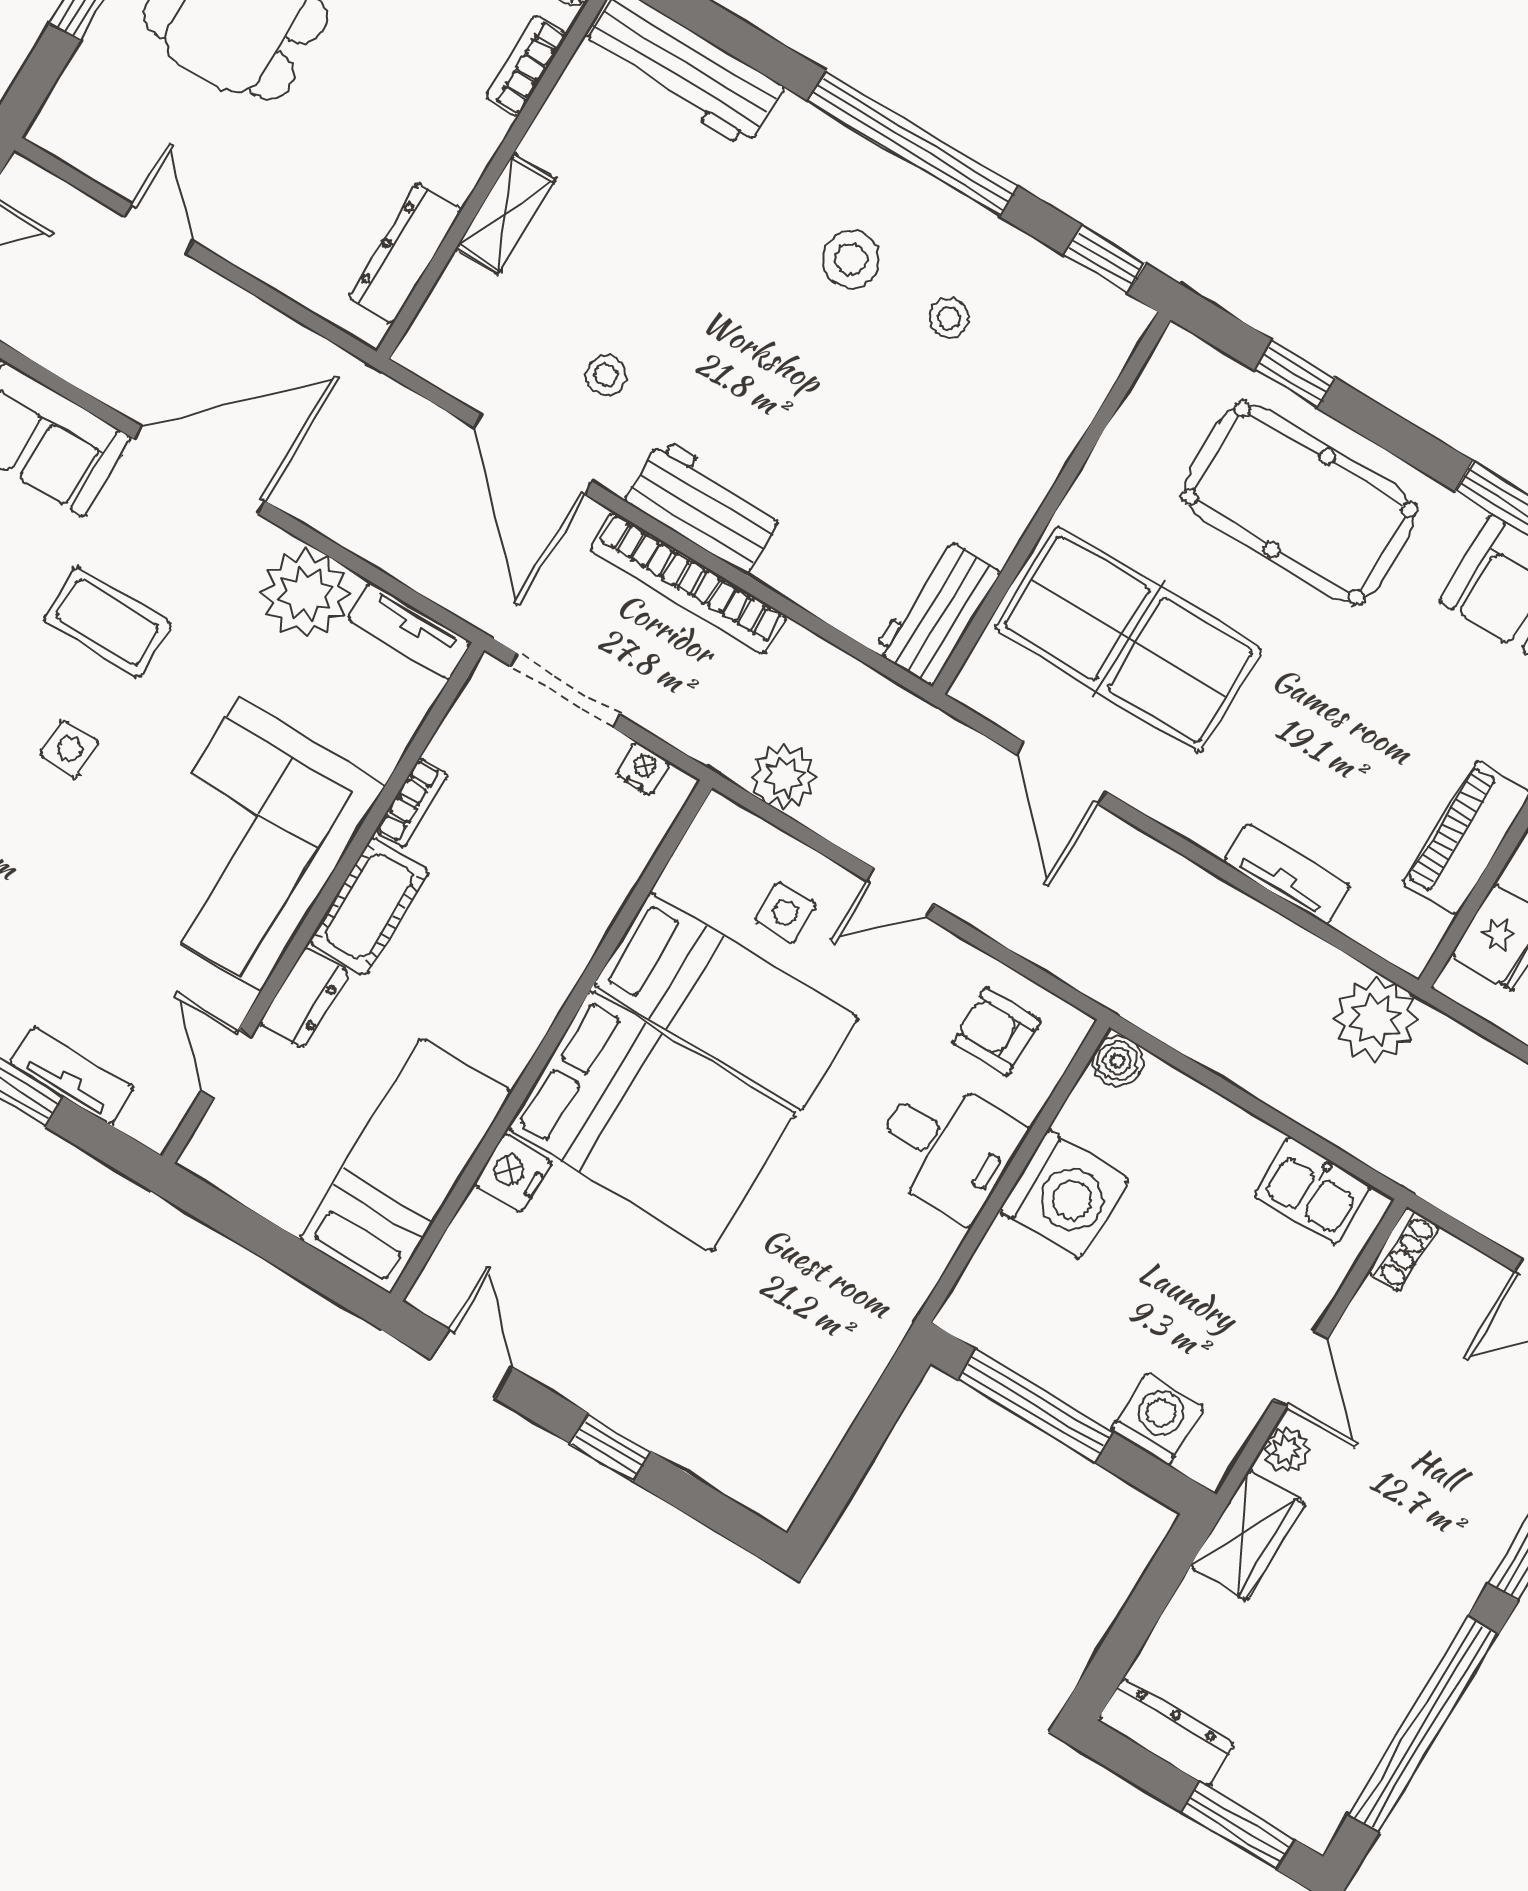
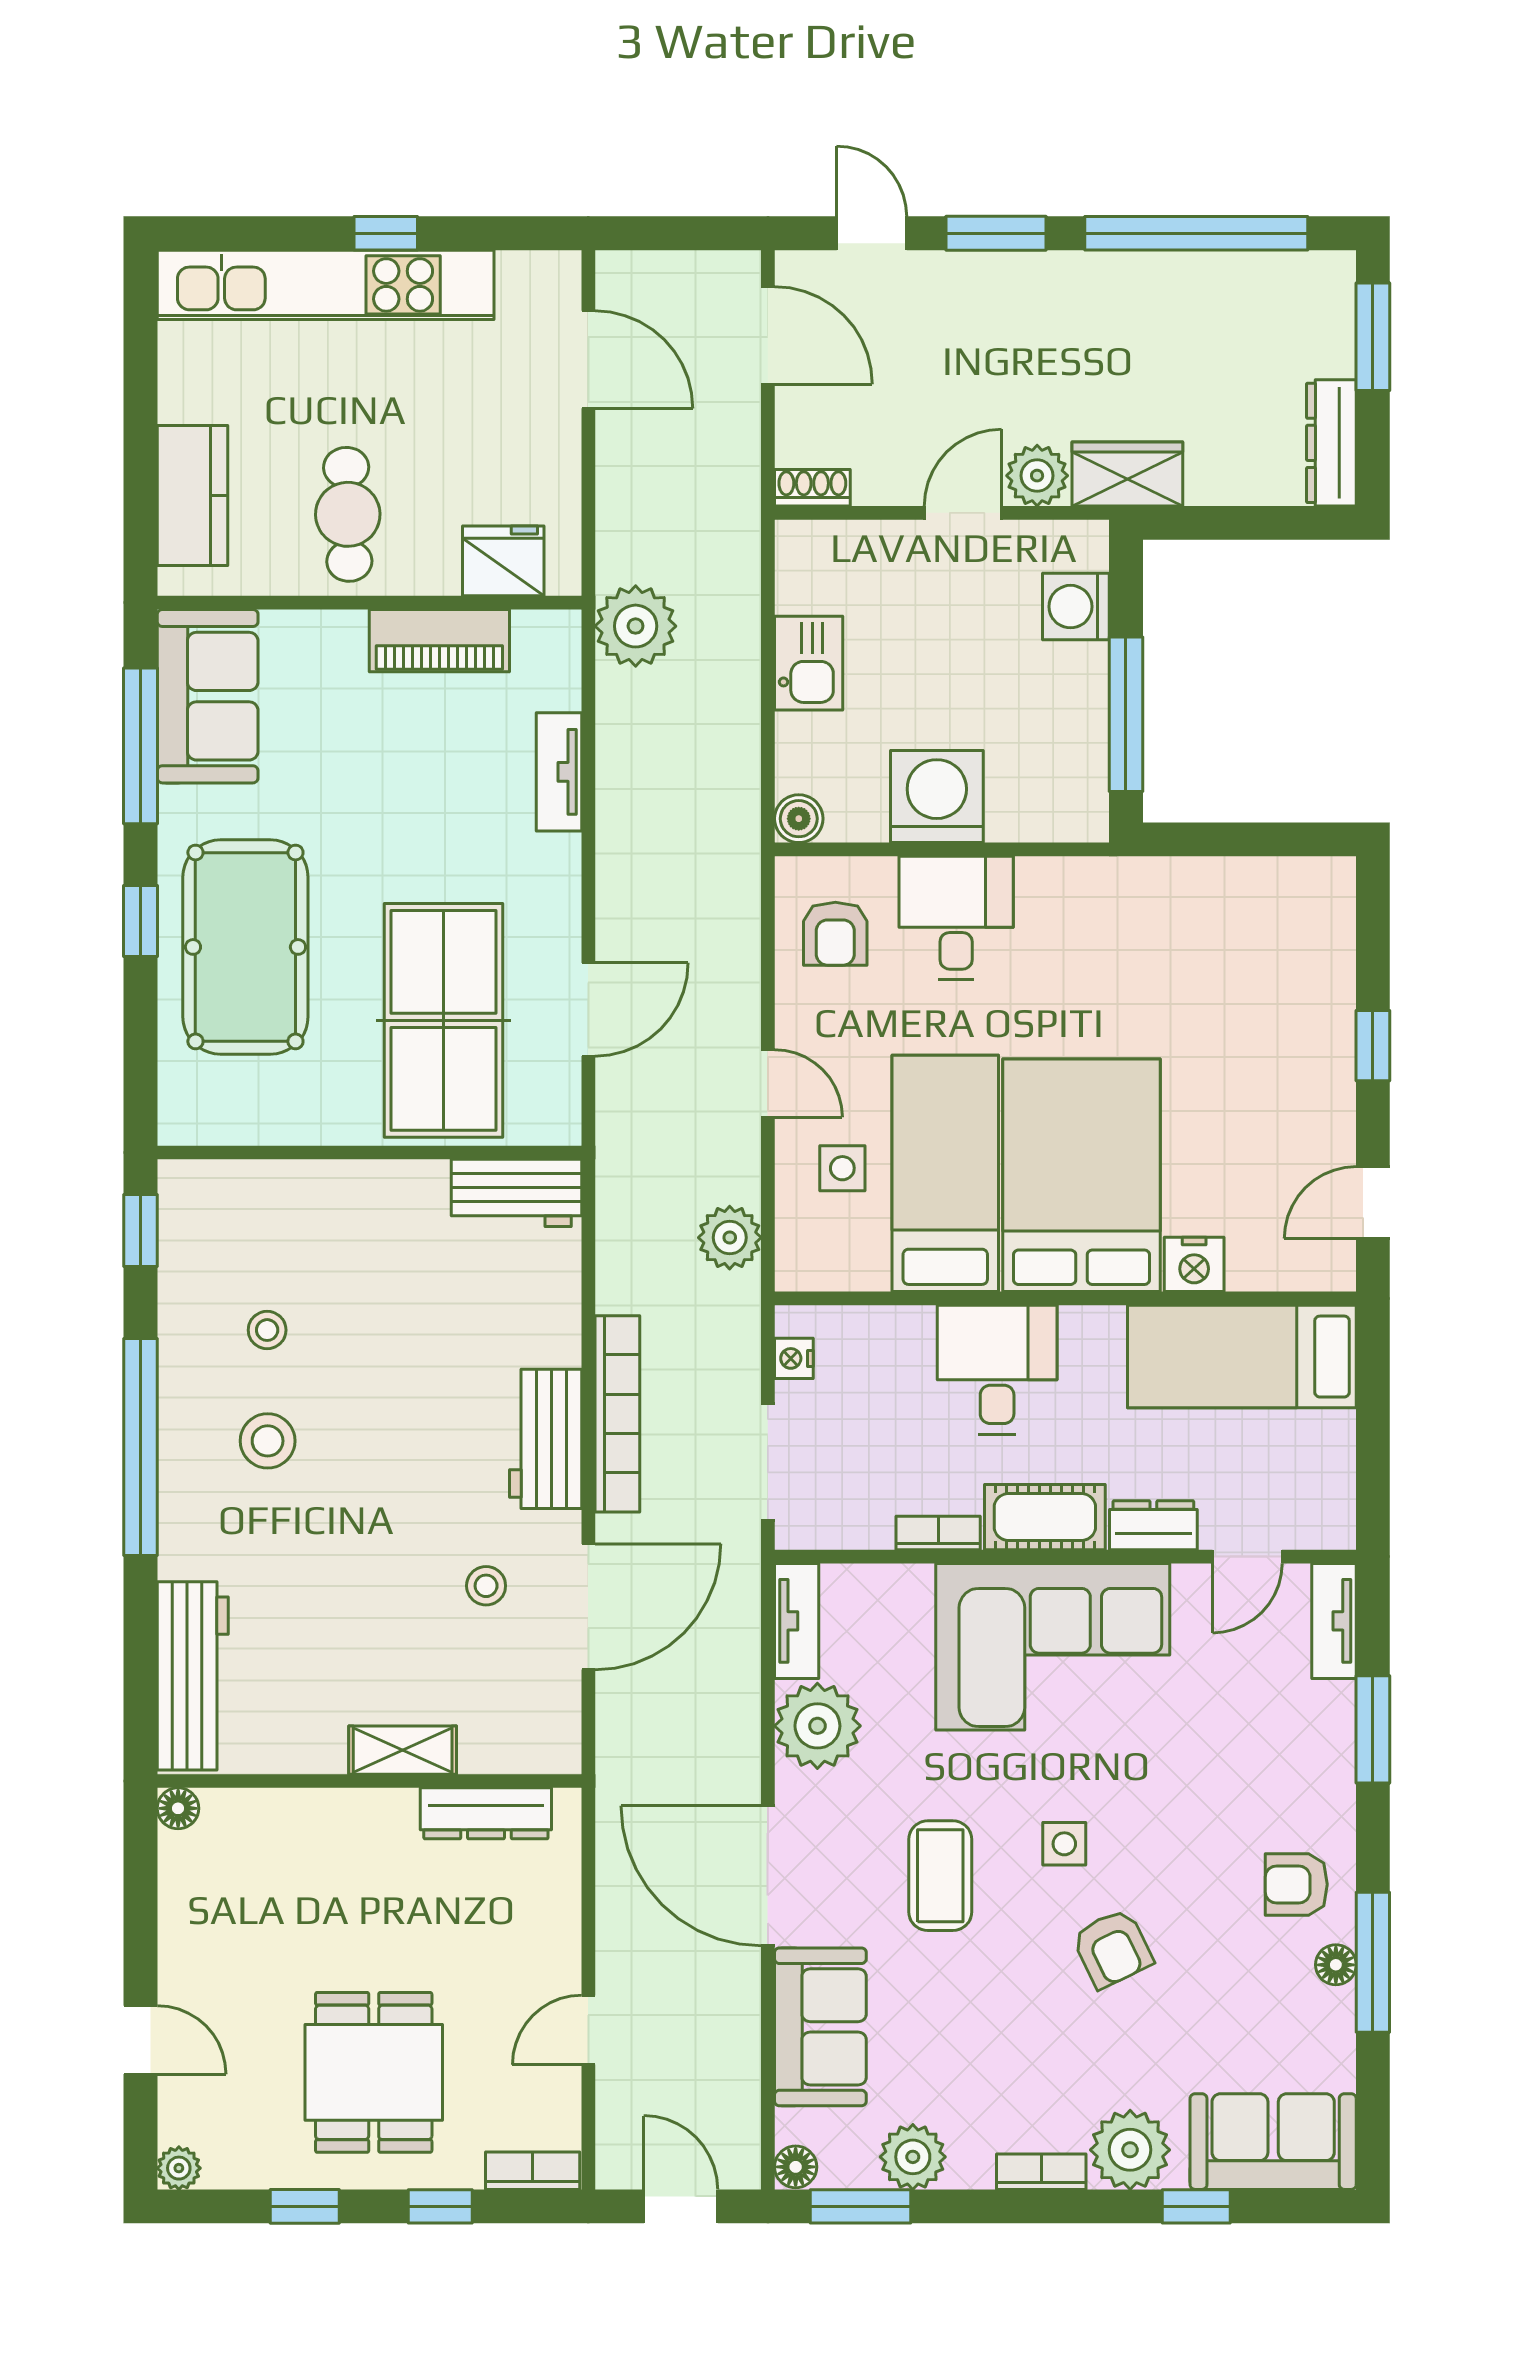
bookcase: (527, 66) -> (533, 2171), moved, turned 180
window: (1295, 374) -> (141, 921), moved
desk: (525, 942) -> (997, 1370), added
tv unit: (72, 1076) -> (1334, 1621), moved
kitchen sink: (1313, 1190) -> (809, 663), moved
plant: (1287, 1450) -> (1037, 476), width x1.38, depth x1.38

